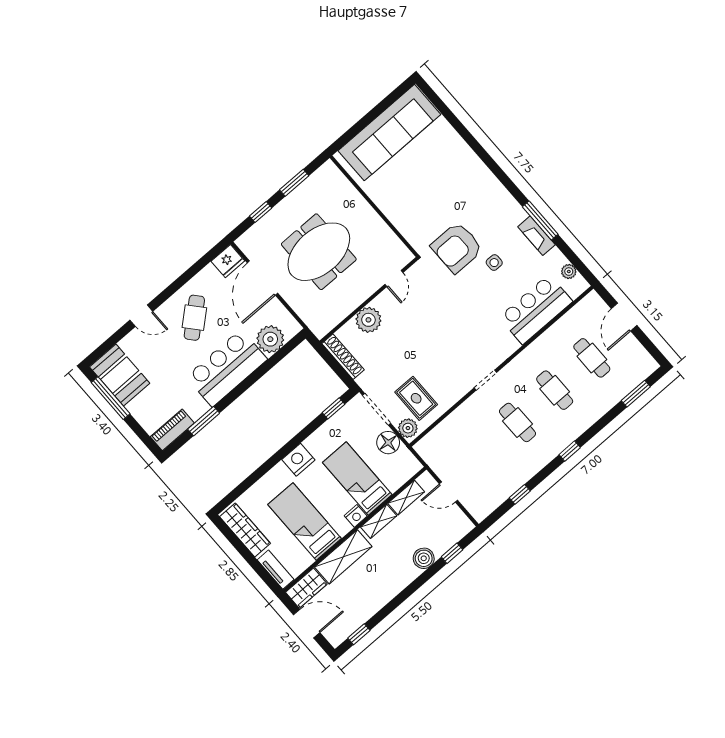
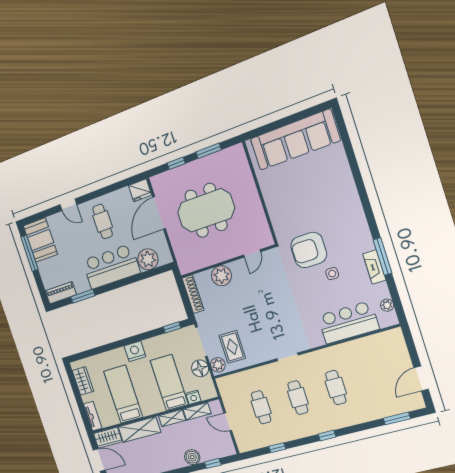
door: (624, 317) -> (421, 379), moved
cafe table: (194, 318) -> (103, 221), turned -49
cafe table: (592, 358) -> (261, 407), moved
nightstand: (356, 516) -> (193, 397), moved
wardrobe: (245, 530) -> (83, 381), width x0.67

